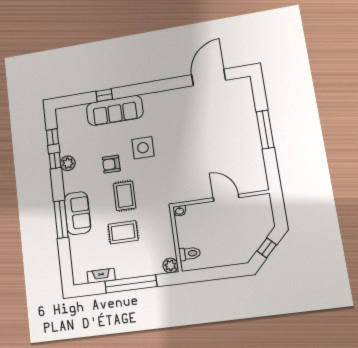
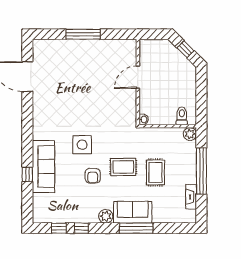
plant: (68, 163) -> (106, 216), moved

